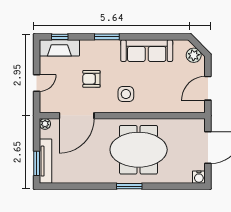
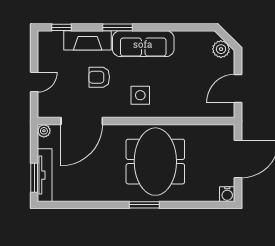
fireplace: (59, 48) -> (88, 40), moved
sofa: (147, 51) -> (143, 44), moved
meeting table: (139, 150) -> (155, 162), turned 90

